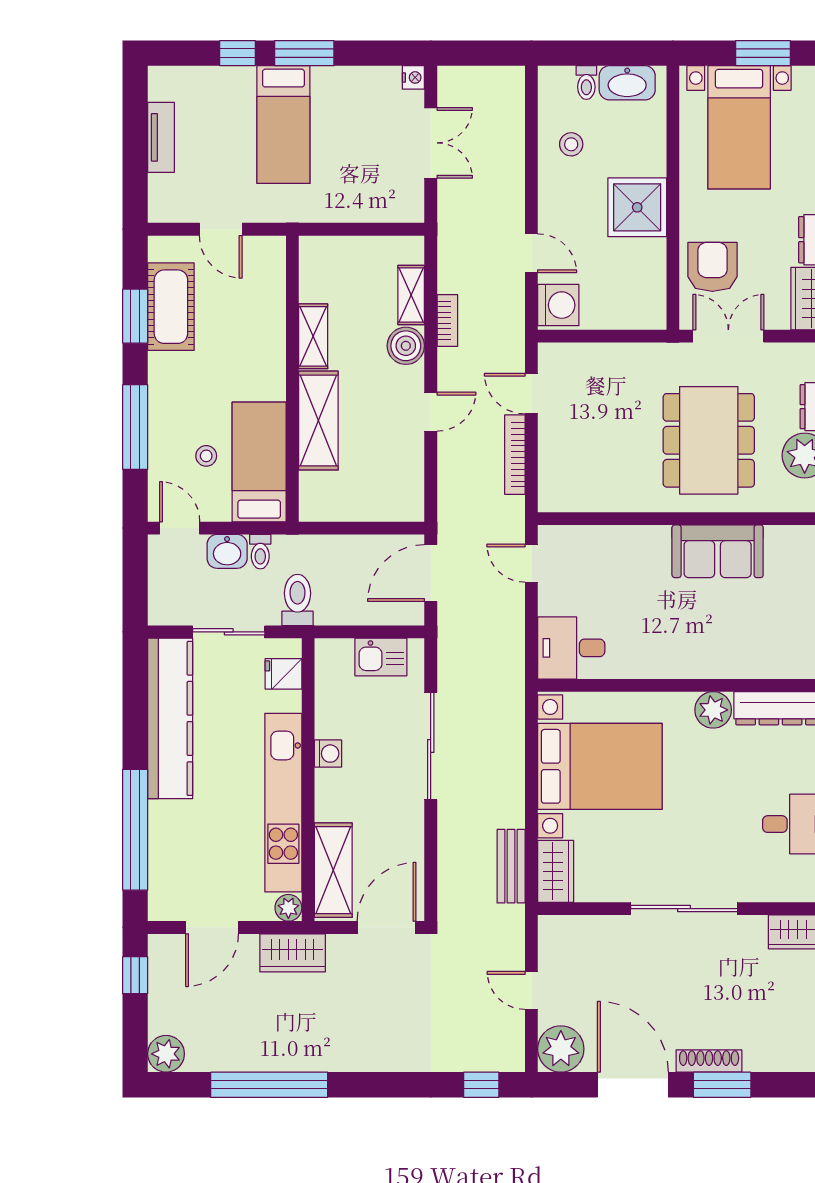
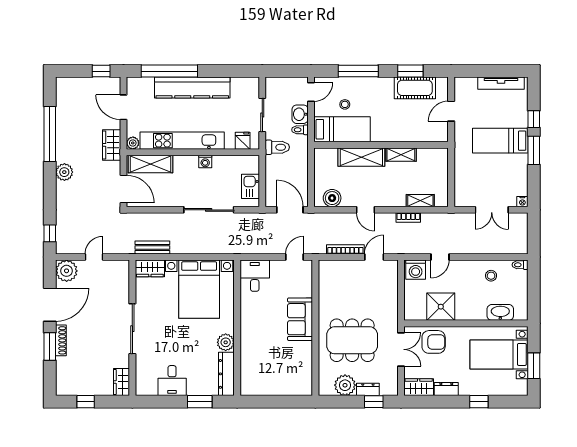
toilet: (586, 83) -> (520, 265), moved
washbasin: (627, 83) -> (500, 312), moved, turned 90
tv unit: (161, 137) -> (501, 83), width x1.41
shower: (637, 207) -> (441, 307), moved
boiler: (406, 346) -> (332, 198), moved
sofa: (718, 551) -> (300, 319), moved
kitchen counter: (170, 718) -> (192, 88), moved
plant: (166, 1054) -> (64, 172), moved

